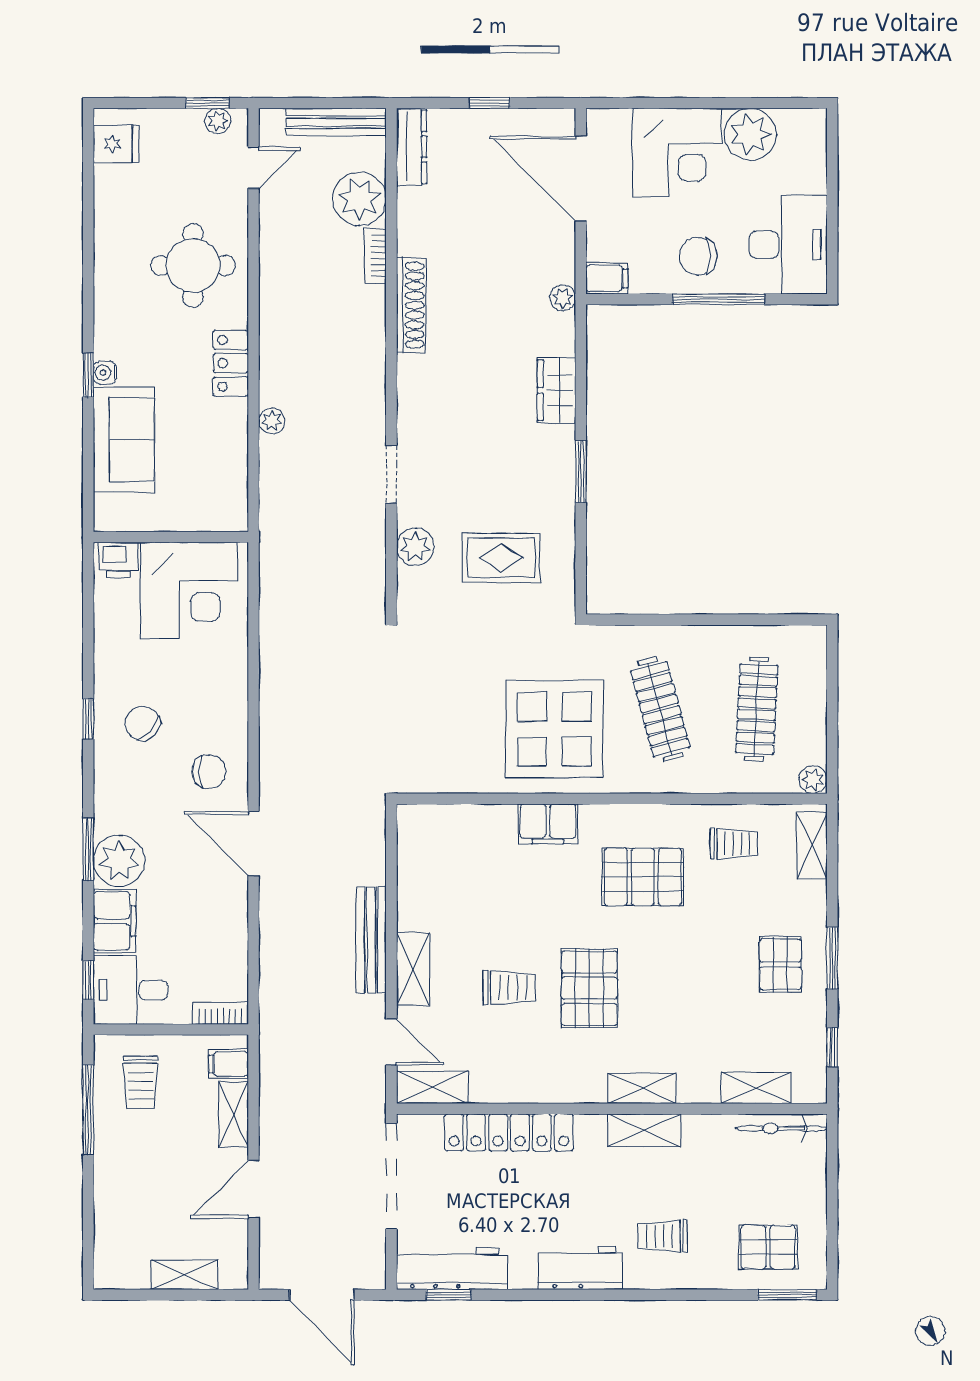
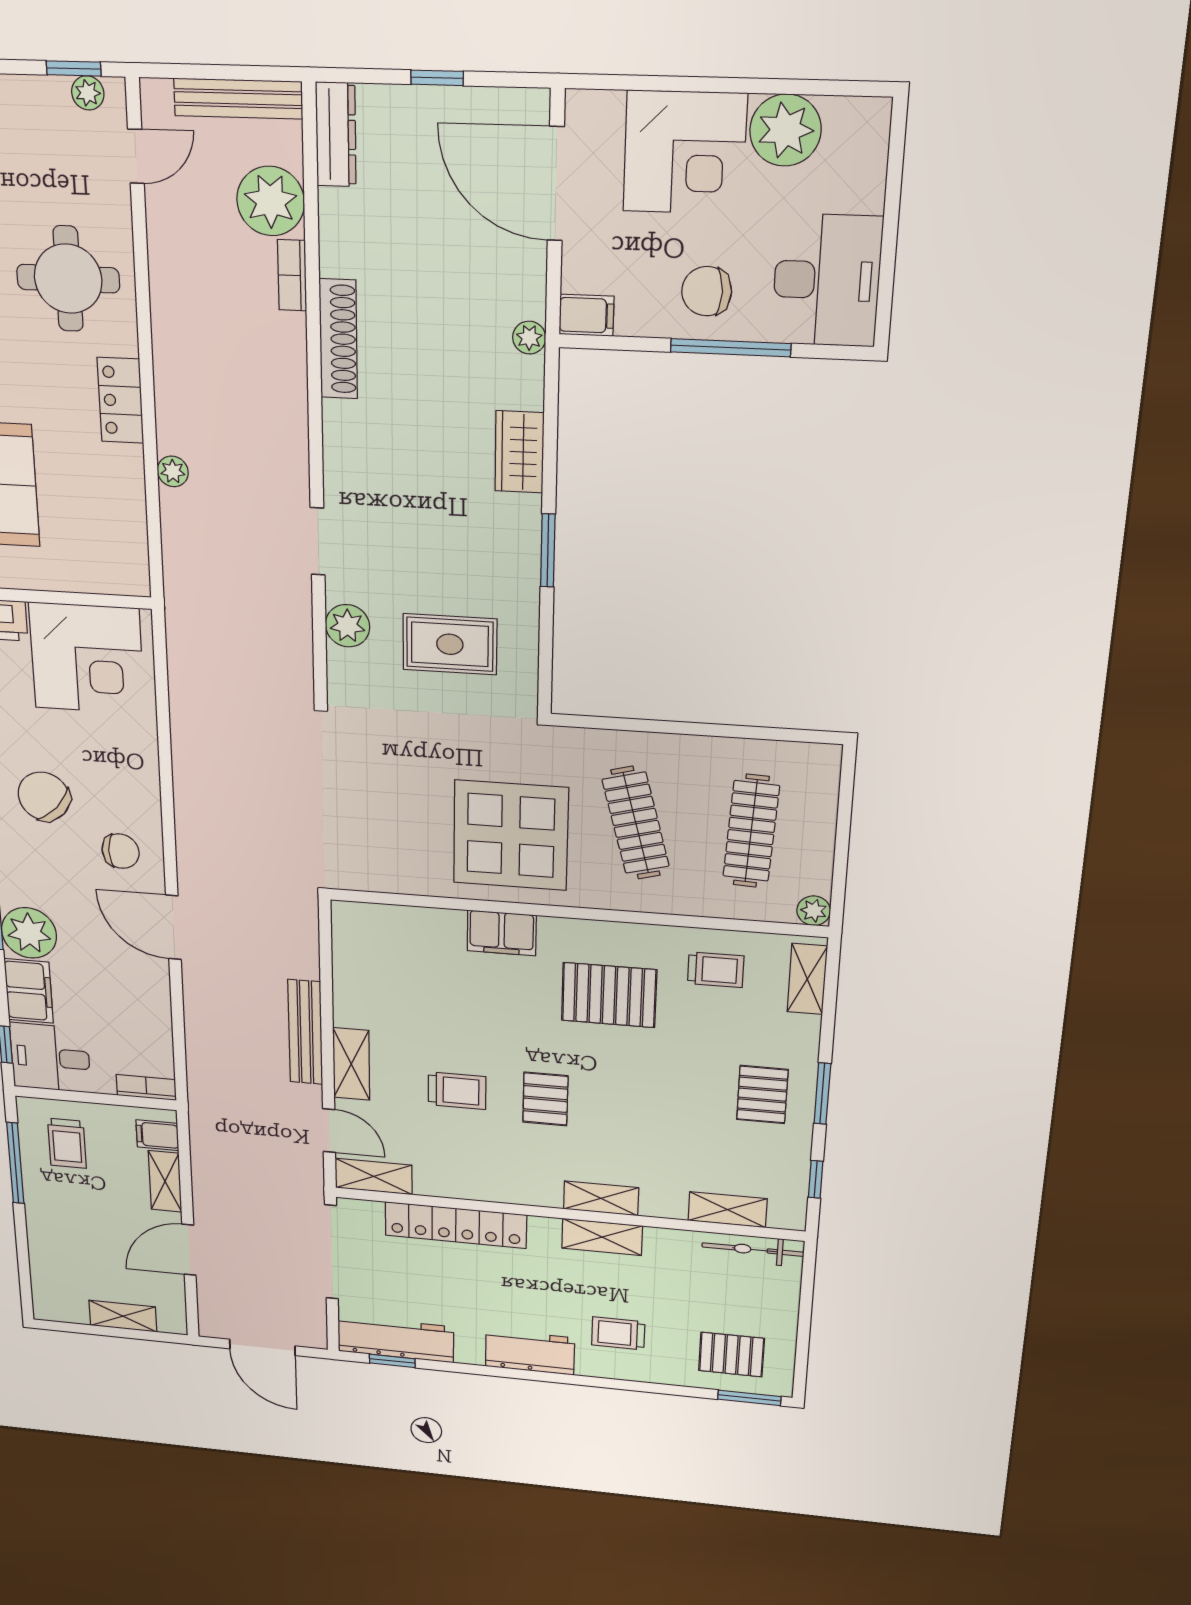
chair: (142, 723) -> (44, 796), width x1.37, depth x1.37
pallet: (589, 988) -> (545, 1099), width x0.67, depth x0.71

